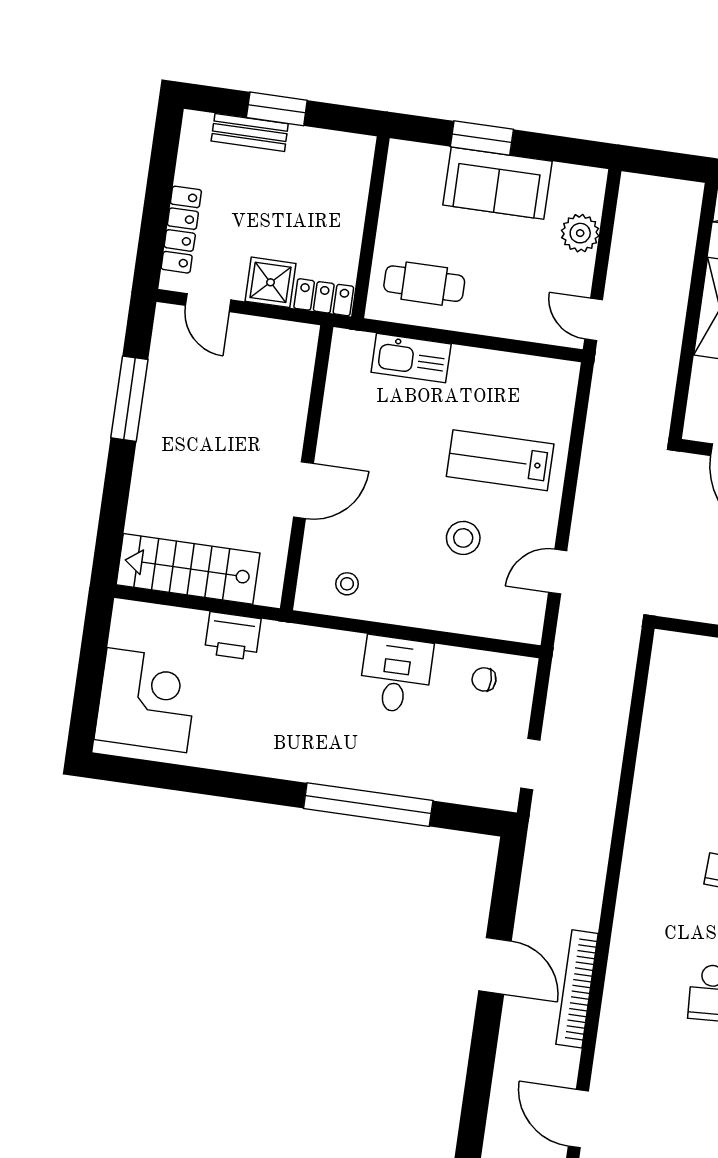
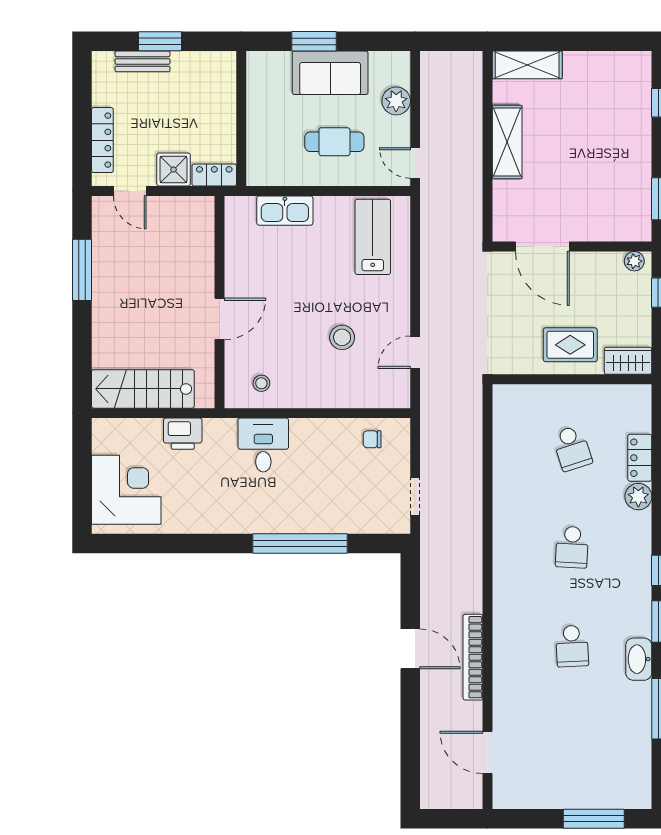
cafe table: (424, 284) -> (334, 142), moved
lab bench: (500, 460) -> (373, 237), moved, turned 90
desk: (396, 675) -> (263, 445), moved

